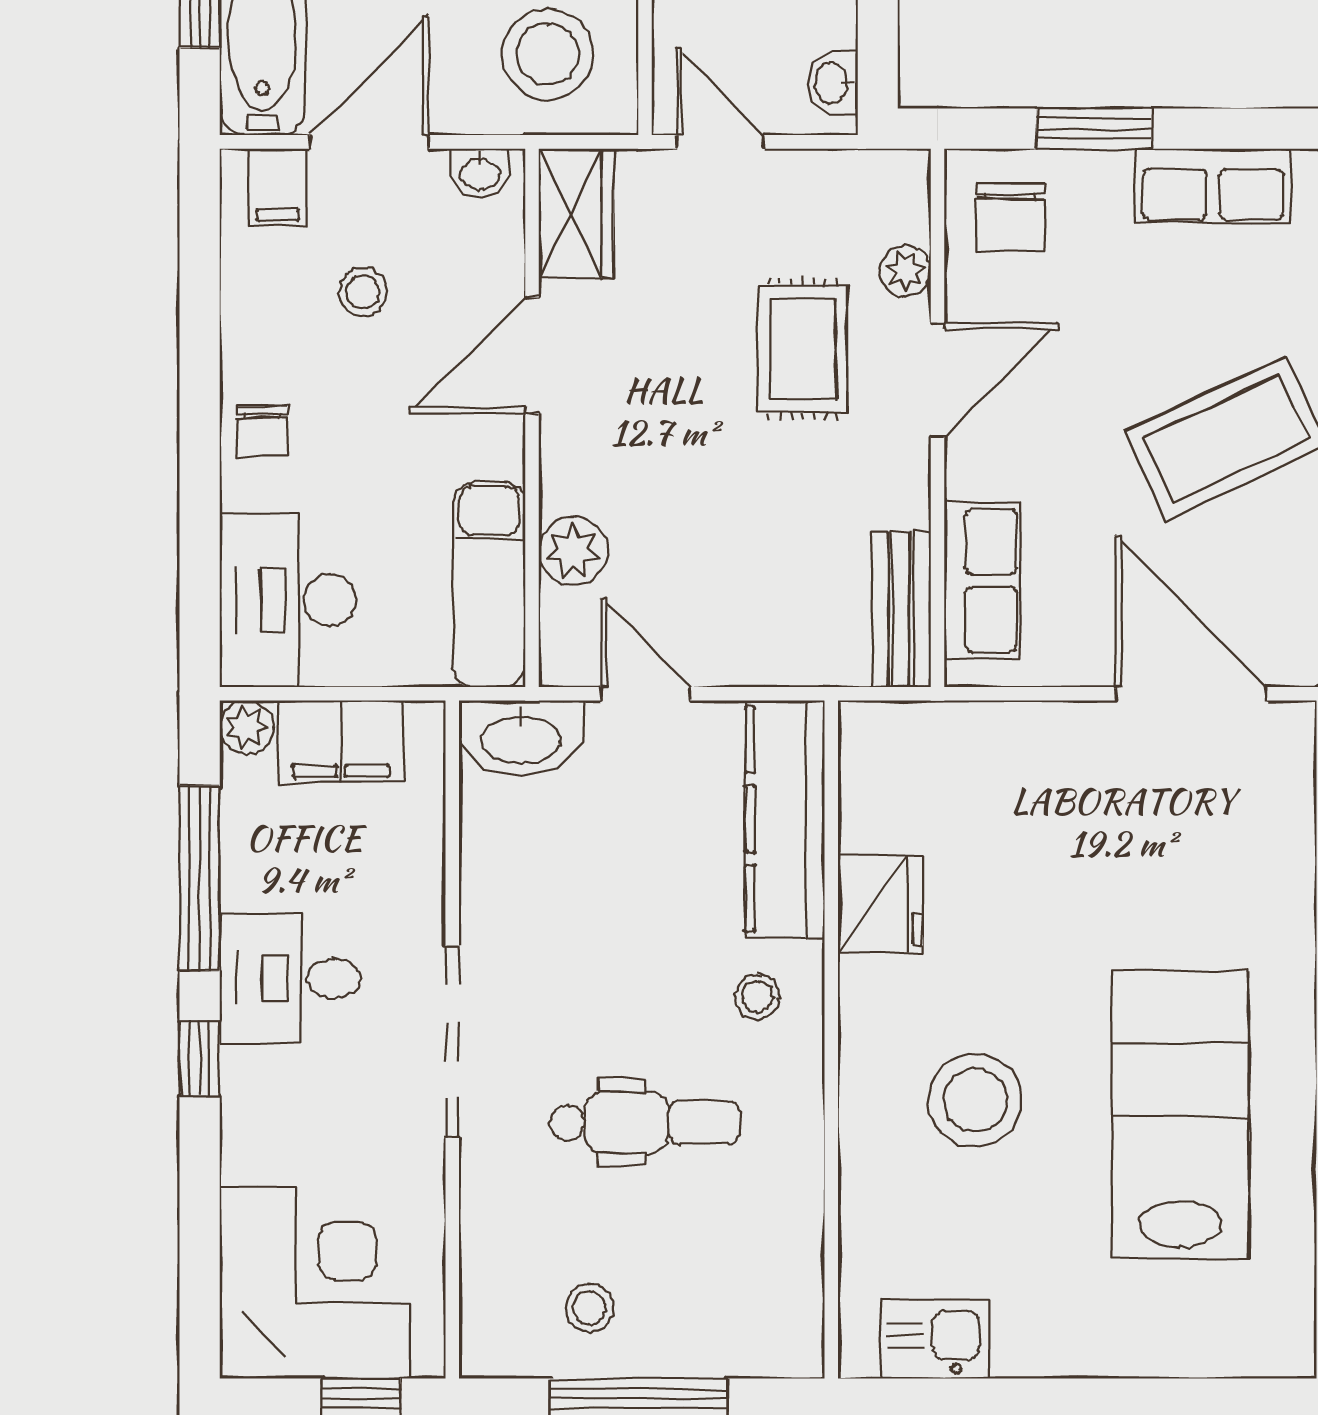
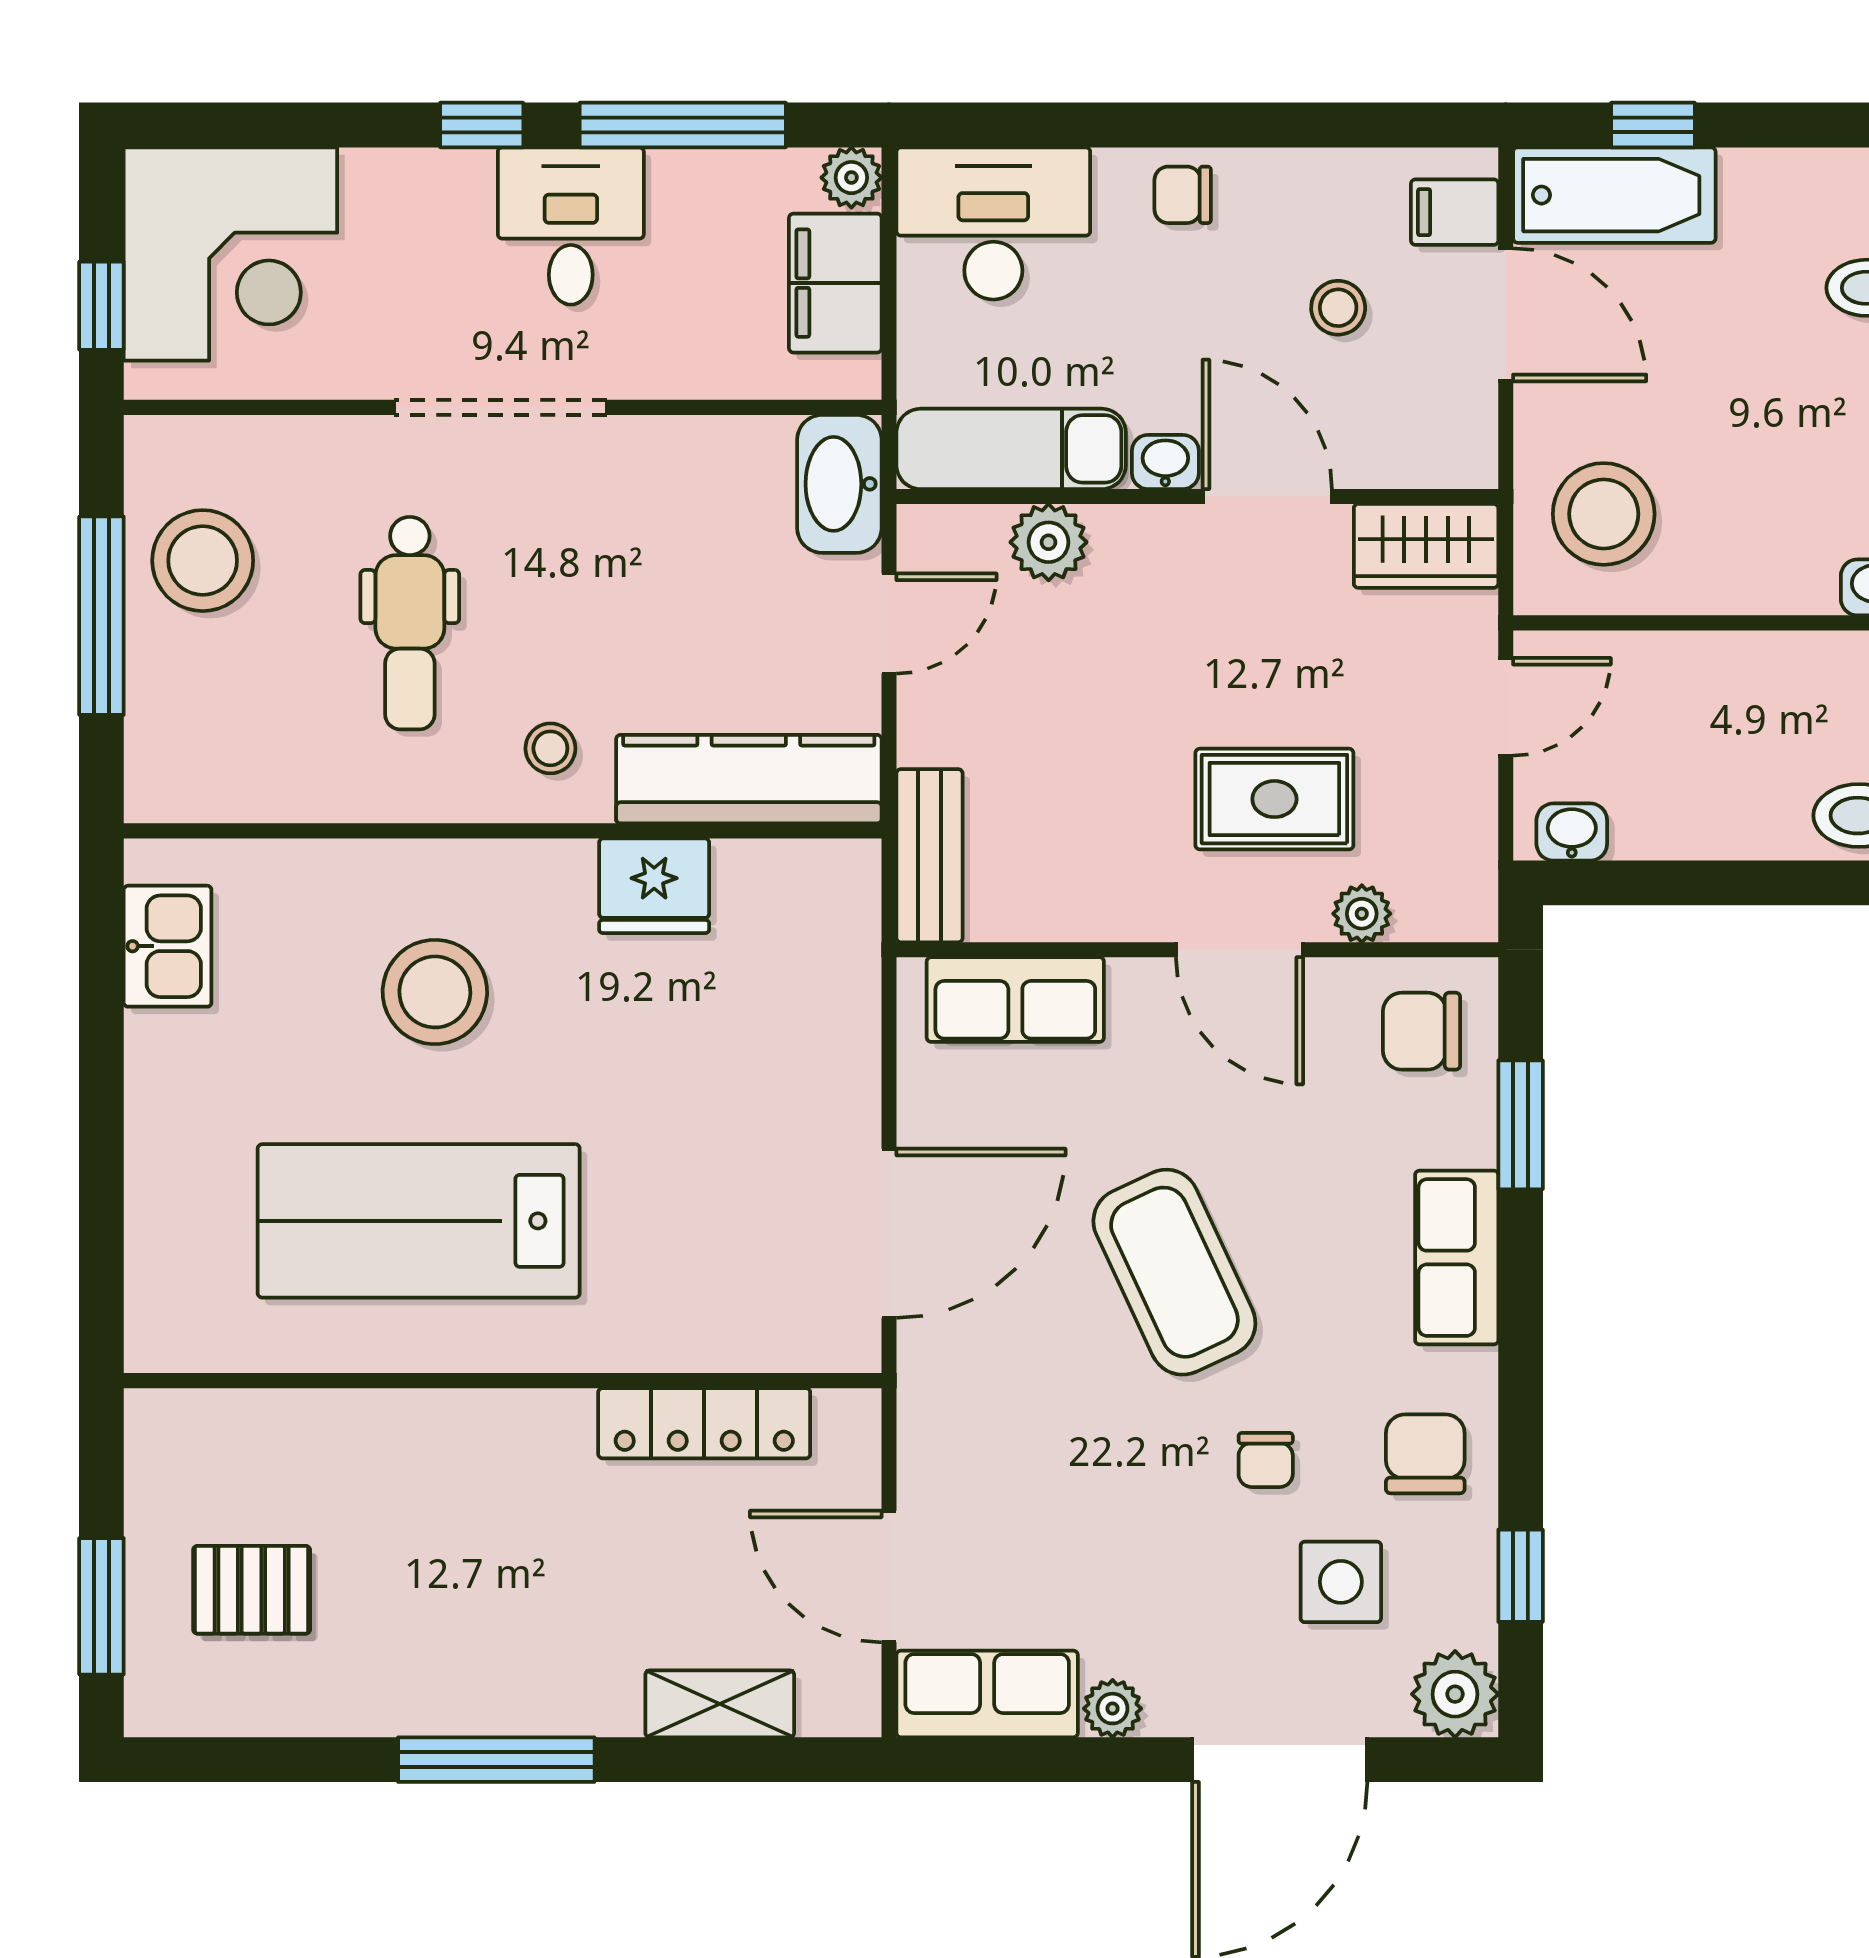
washbasin: (480, 173) -> (1165, 462), moved, turned 90
bench: (901, 610) -> (930, 856), moved, turned 90
lab bench: (1180, 1115) -> (419, 1221), turned 180
stool: (589, 1308) -> (203, 561), width x1.89, depth x1.89

